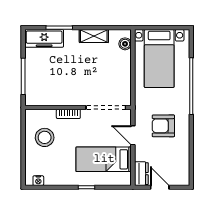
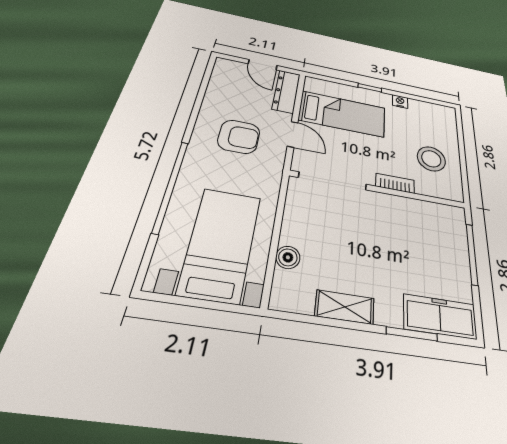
boiler: (125, 44) -> (288, 257), moved
dresser: (141, 174) -> (286, 91), width x1.44
nightstand: (38, 181) -> (400, 101), moved

